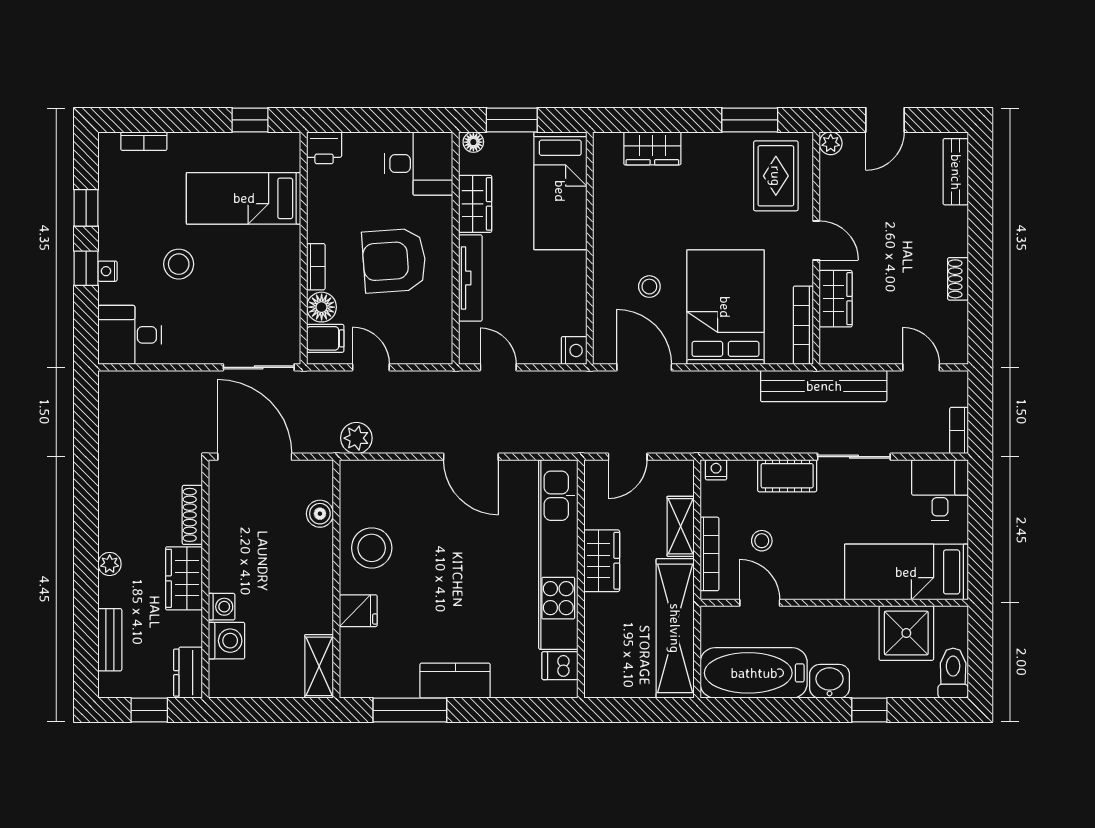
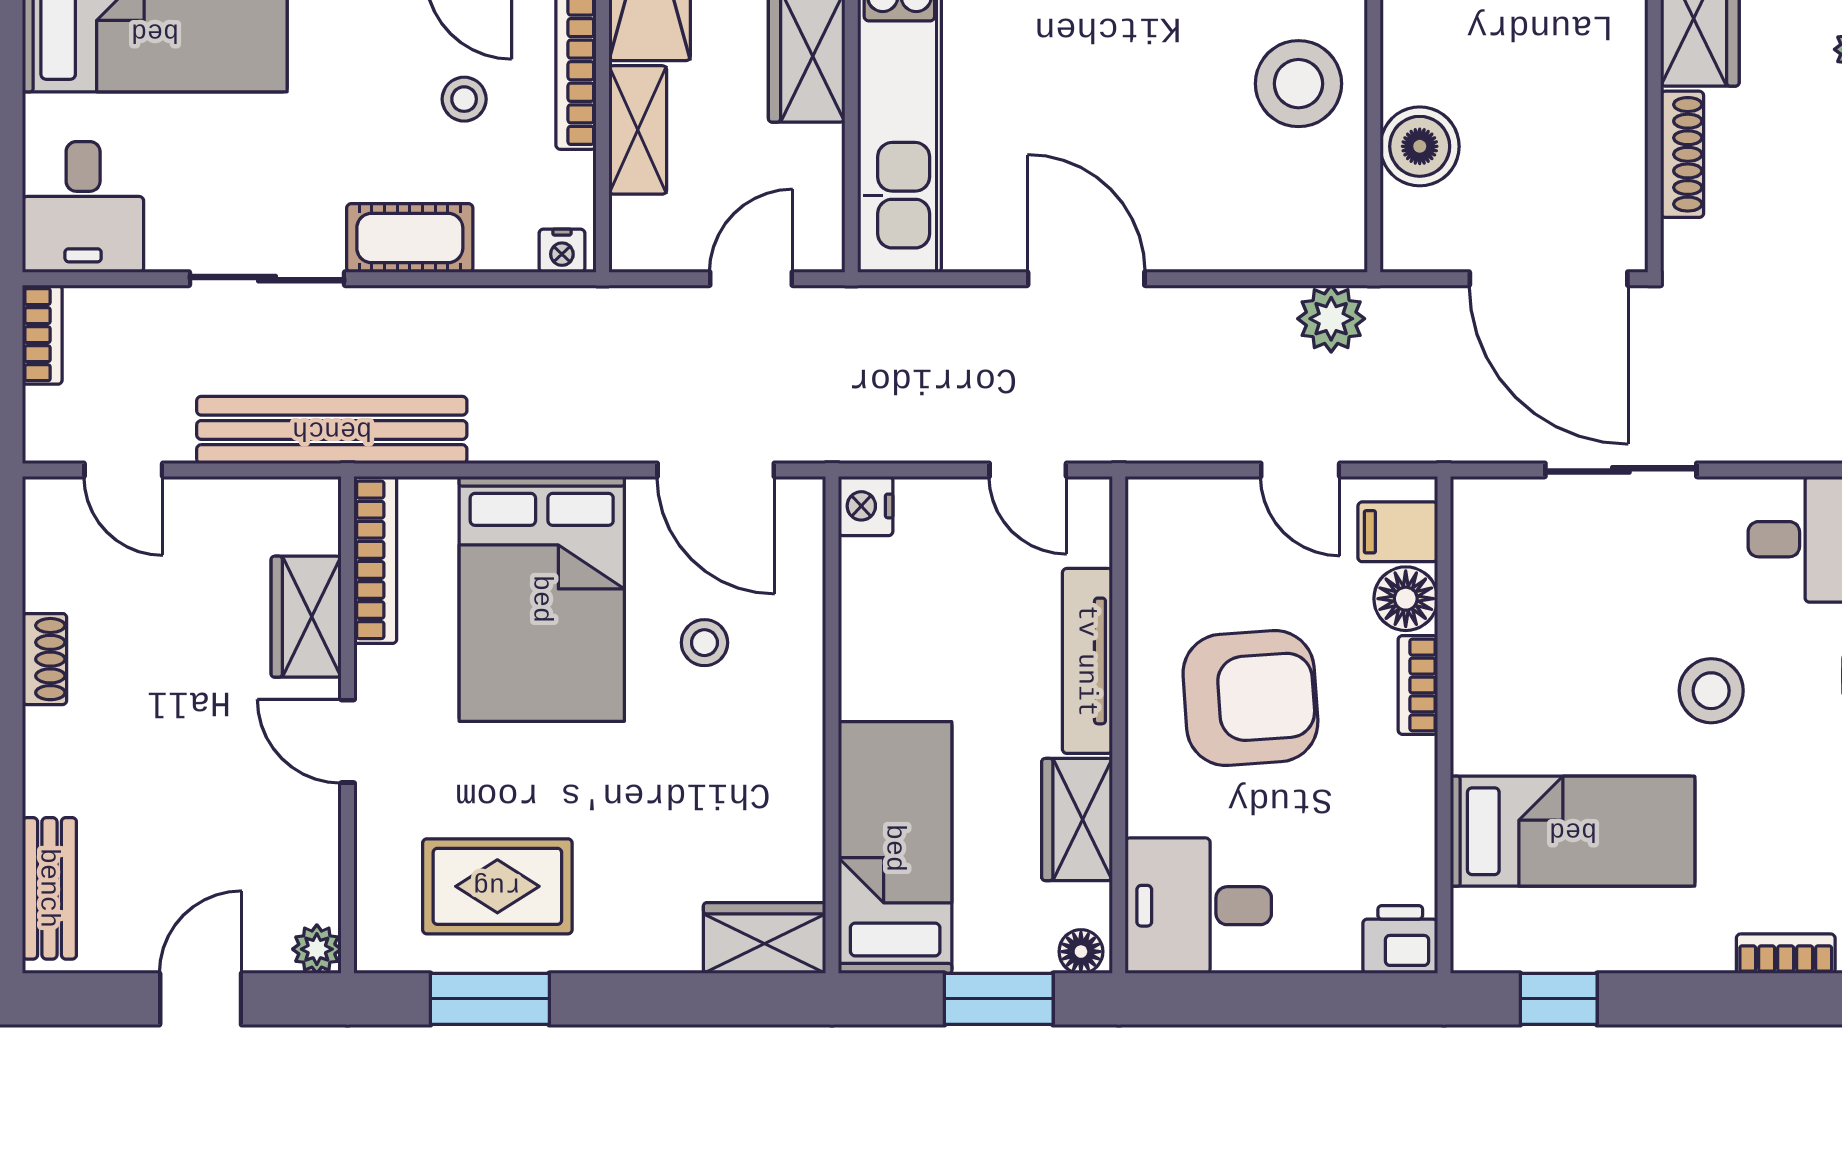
wardrobe: (652, 148) -> (765, 938), moved
rug: (776, 176) -> (497, 886), moved, turned 90
sliding door: (259, 367) -> (1621, 470), moved
boiler: (320, 514) -> (1420, 146), width x1.36, depth x1.36

